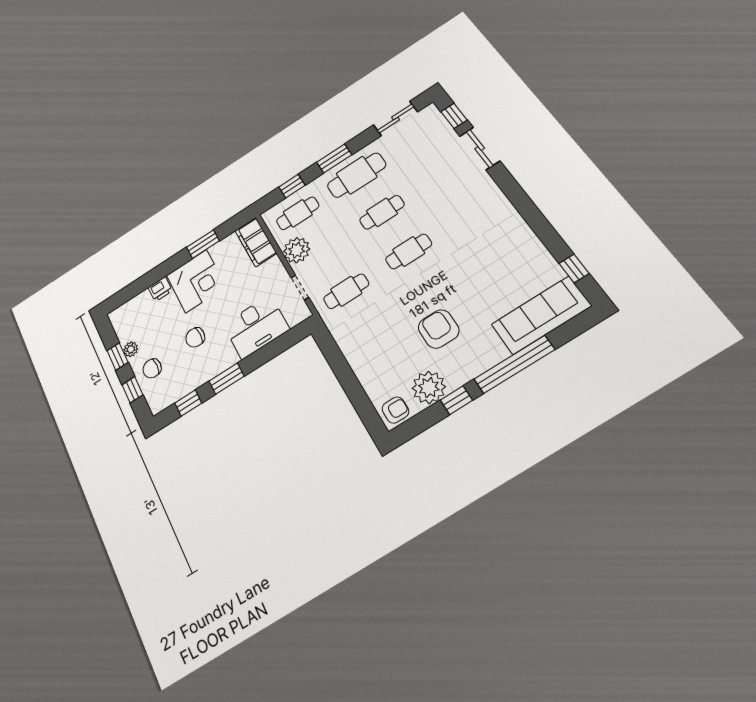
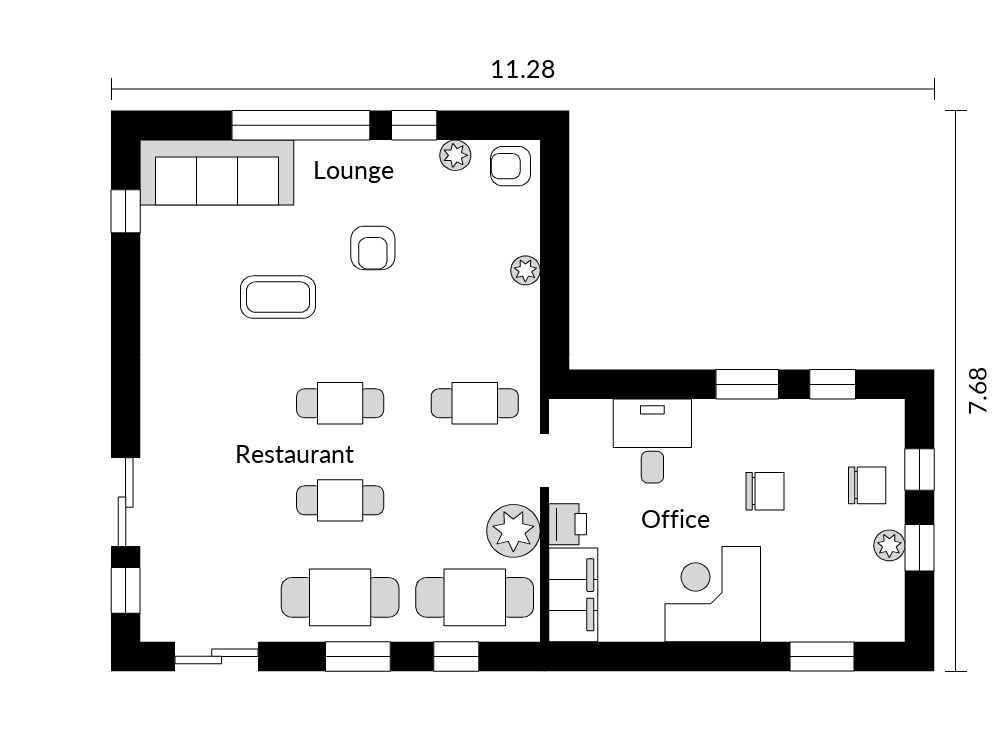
cafe table: (298, 213) -> (475, 597), width x1.37, depth x1.35
window: (203, 244) -> (822, 656), moved
coffee table: (470, 278) -> (278, 297), added
printer: (160, 289) -> (568, 524), moved, turned 90
desk: (256, 327) -> (652, 441), width x0.73
armchair: (439, 329) -> (373, 248), width x0.72, depth x0.72
plant: (358, 365) -> (525, 270), added
plant: (429, 388) -> (455, 155), width x0.53, depth x0.53

